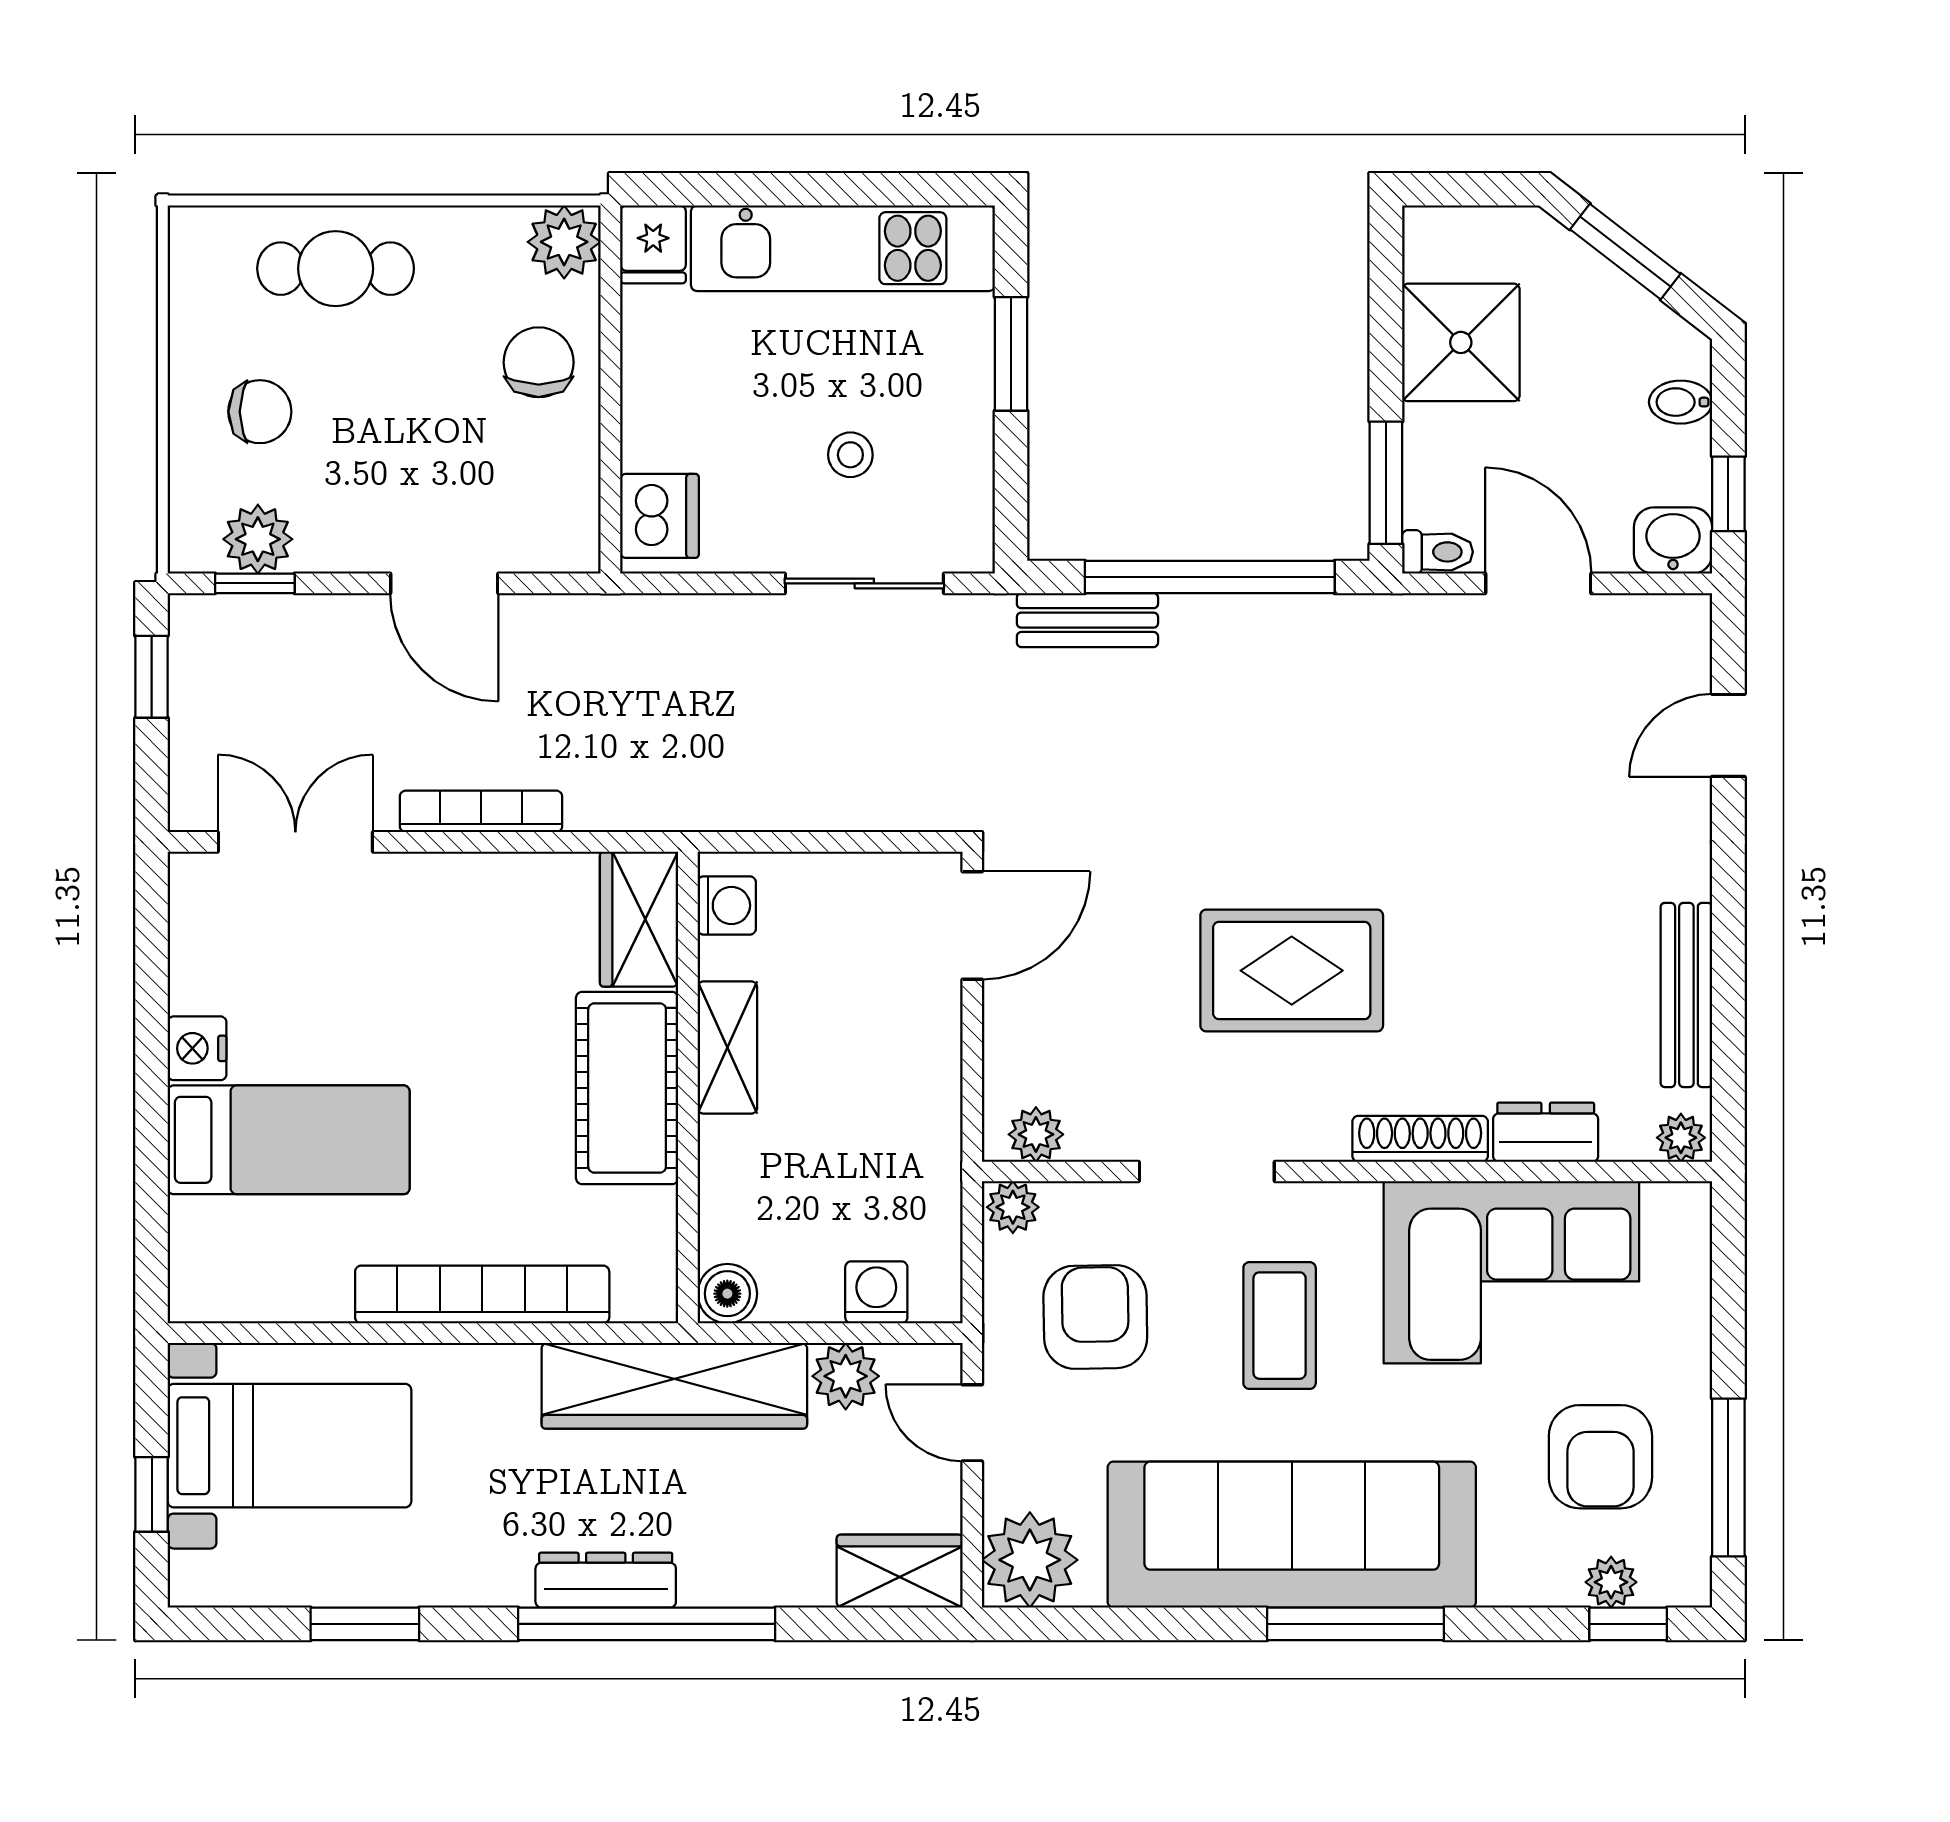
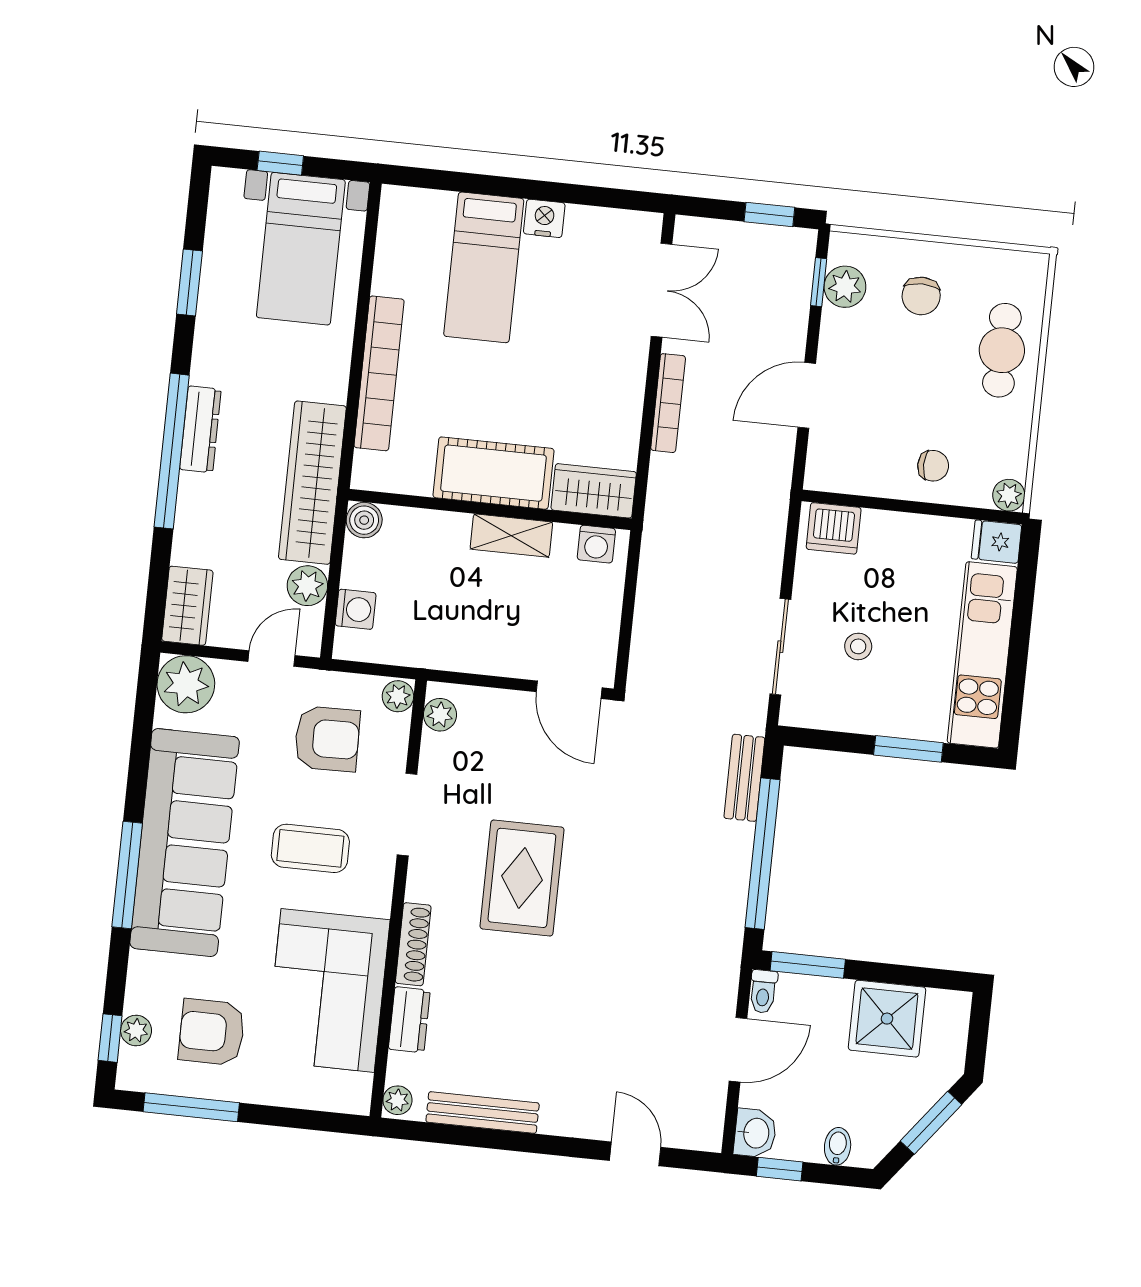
plant: (564, 242) -> (1009, 495), width x0.73, depth x0.73
chair: (539, 362) -> (933, 466), width x0.73, depth x0.73

